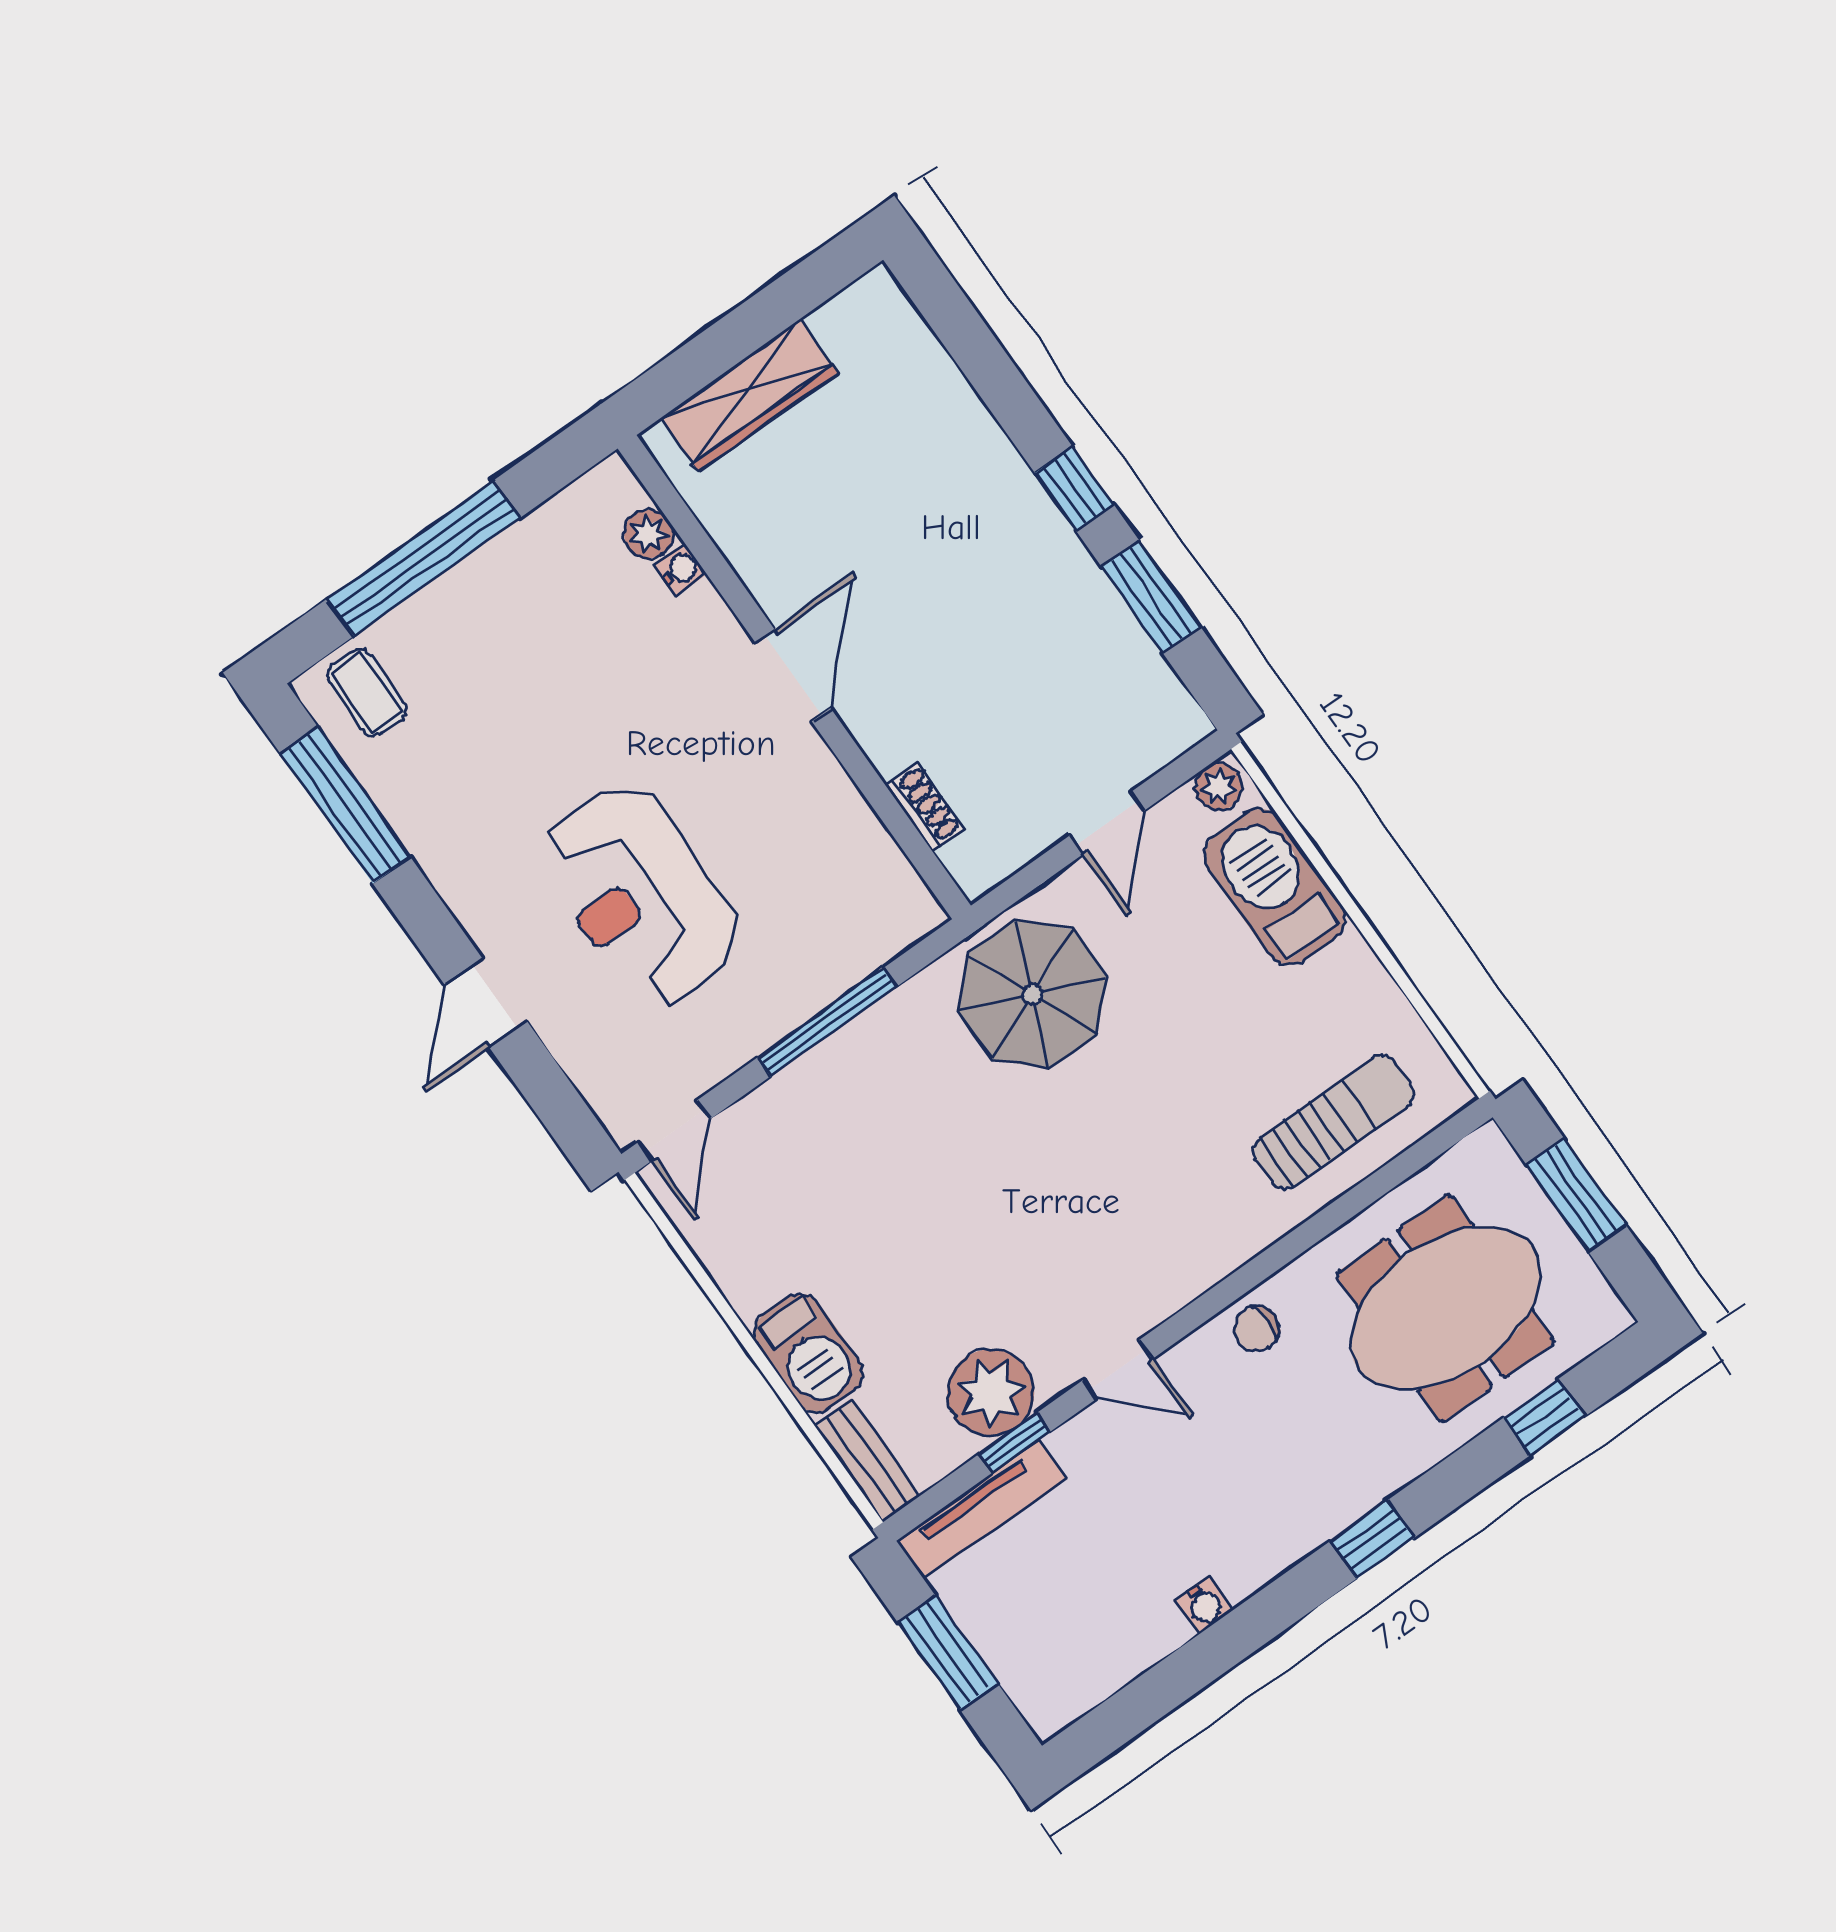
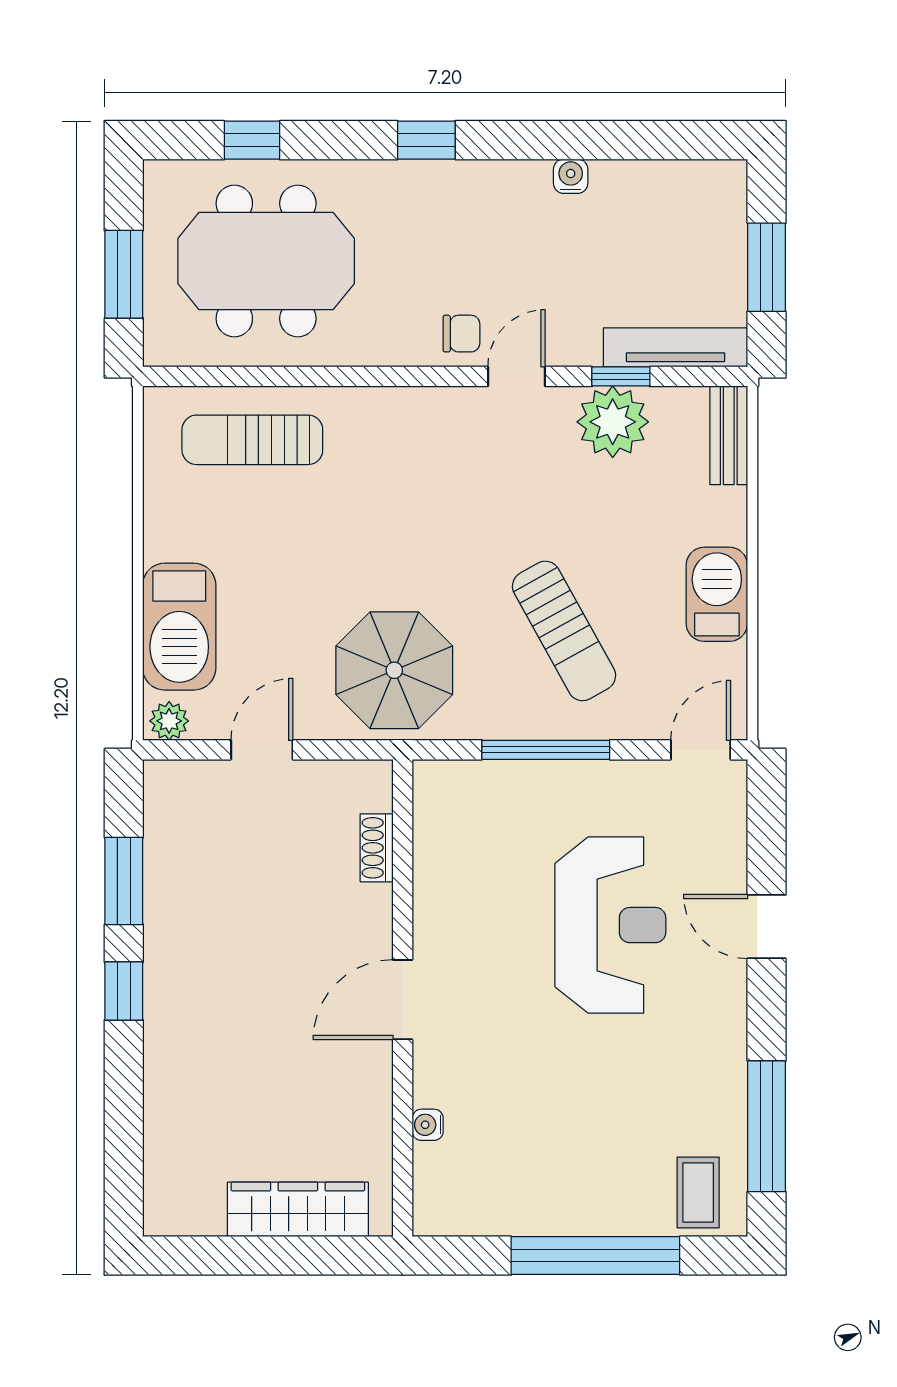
plant: (649, 534) -> (432, 1164), removed
door: (486, 1003) -> (767, 927), swing flipped
sun lounger: (892, 1152) -> (564, 631), added
chair: (1257, 1329) -> (461, 334), moved
barbecue: (808, 1353) -> (717, 594), moved
door: (1117, 1370) -> (516, 376), hinge flipped

